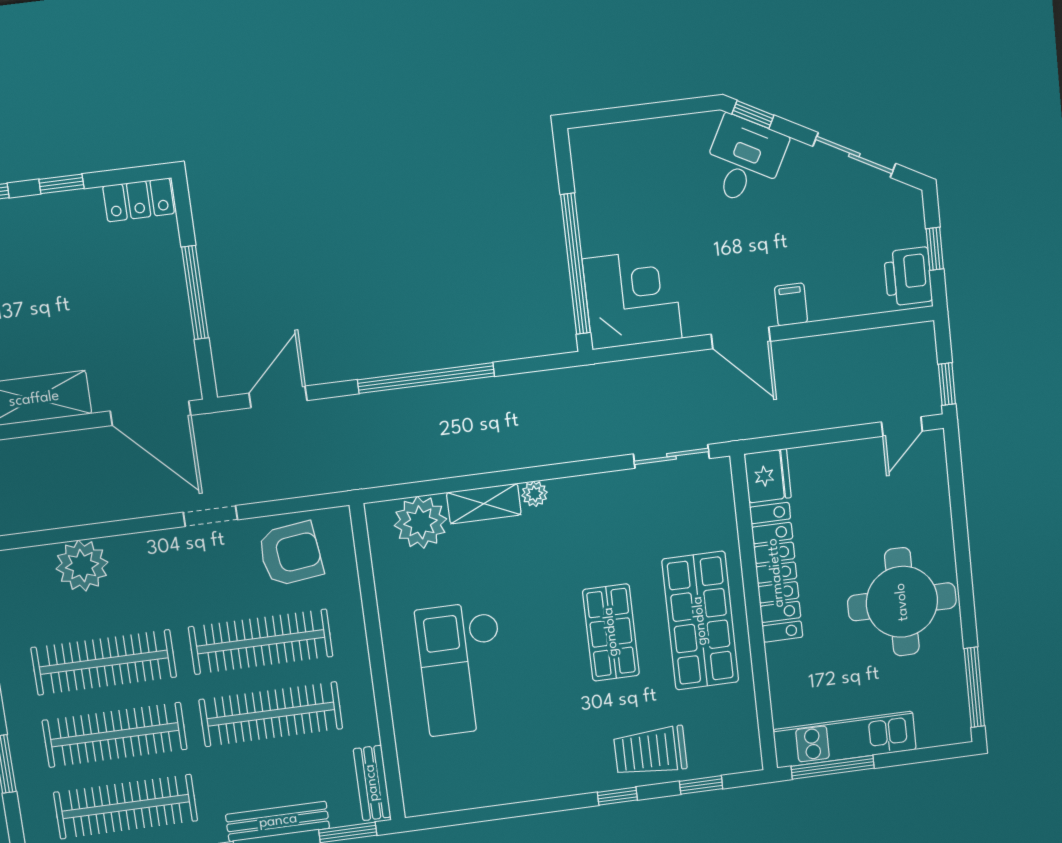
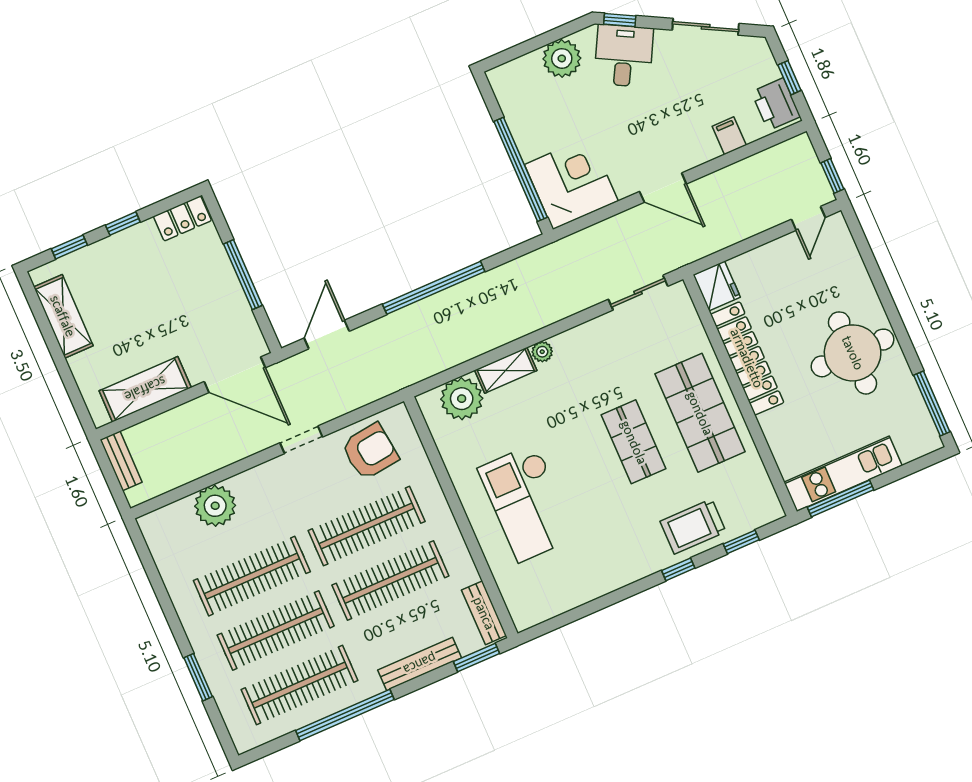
plant: (668, 141) -> (562, 58), added
filing cabinet: (791, 304) -> (729, 136), moved

